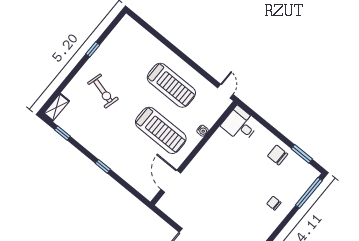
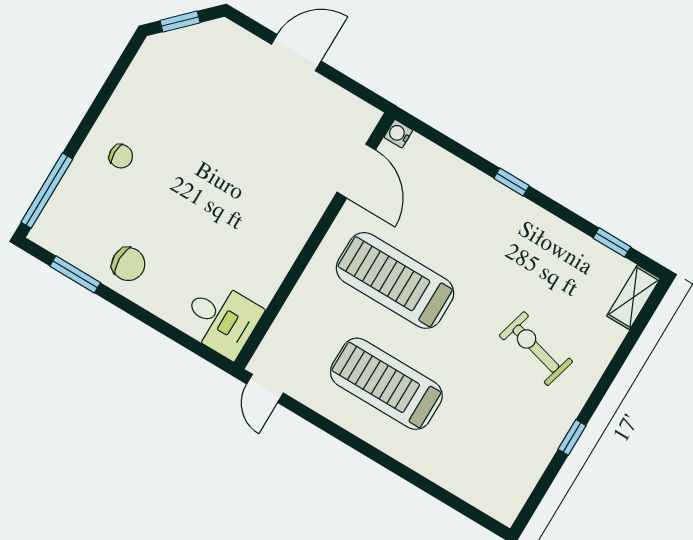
water cooler: (203, 131) -> (398, 134), moved

